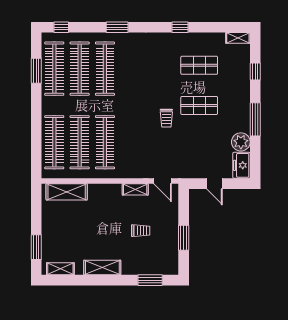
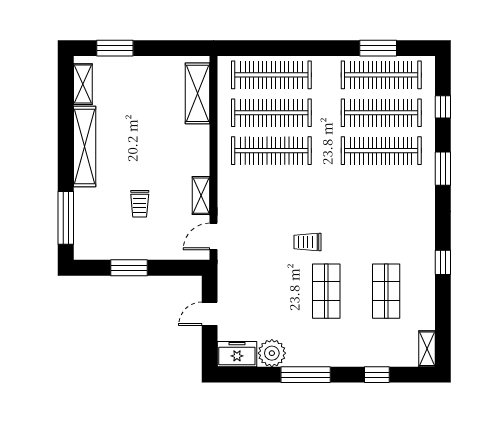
window: (61, 27) -> (443, 107), moved
shelving: (102, 268) -> (85, 147), width x1.47
window: (150, 280) -> (66, 218), width x1.44

